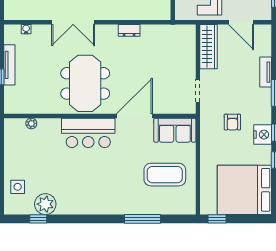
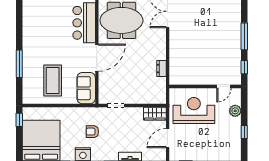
dresser: (129, 30) -> (161, 69), moved
wardrobe: (209, 47) -> (155, 114), width x0.67
door: (134, 116) -> (97, 58), hinge flipped

